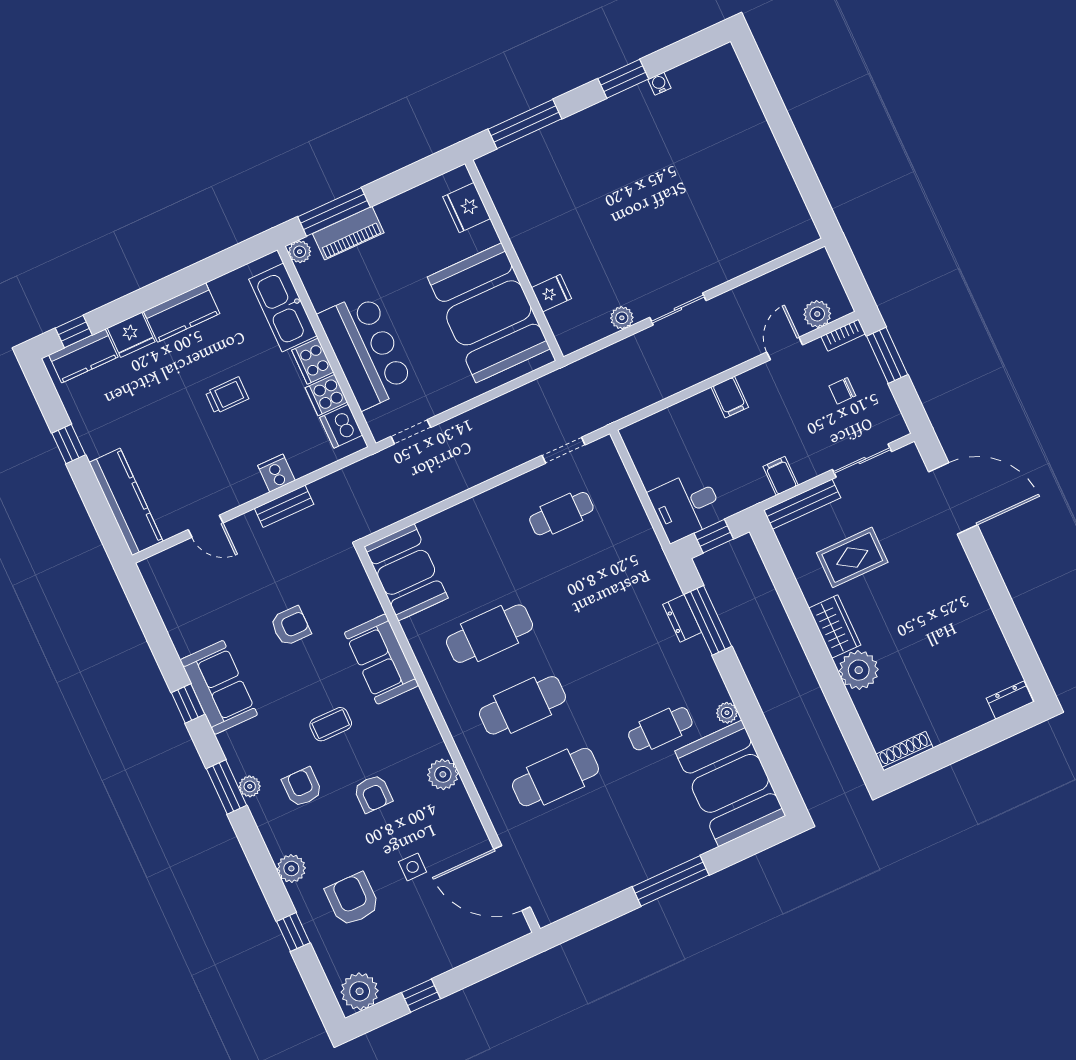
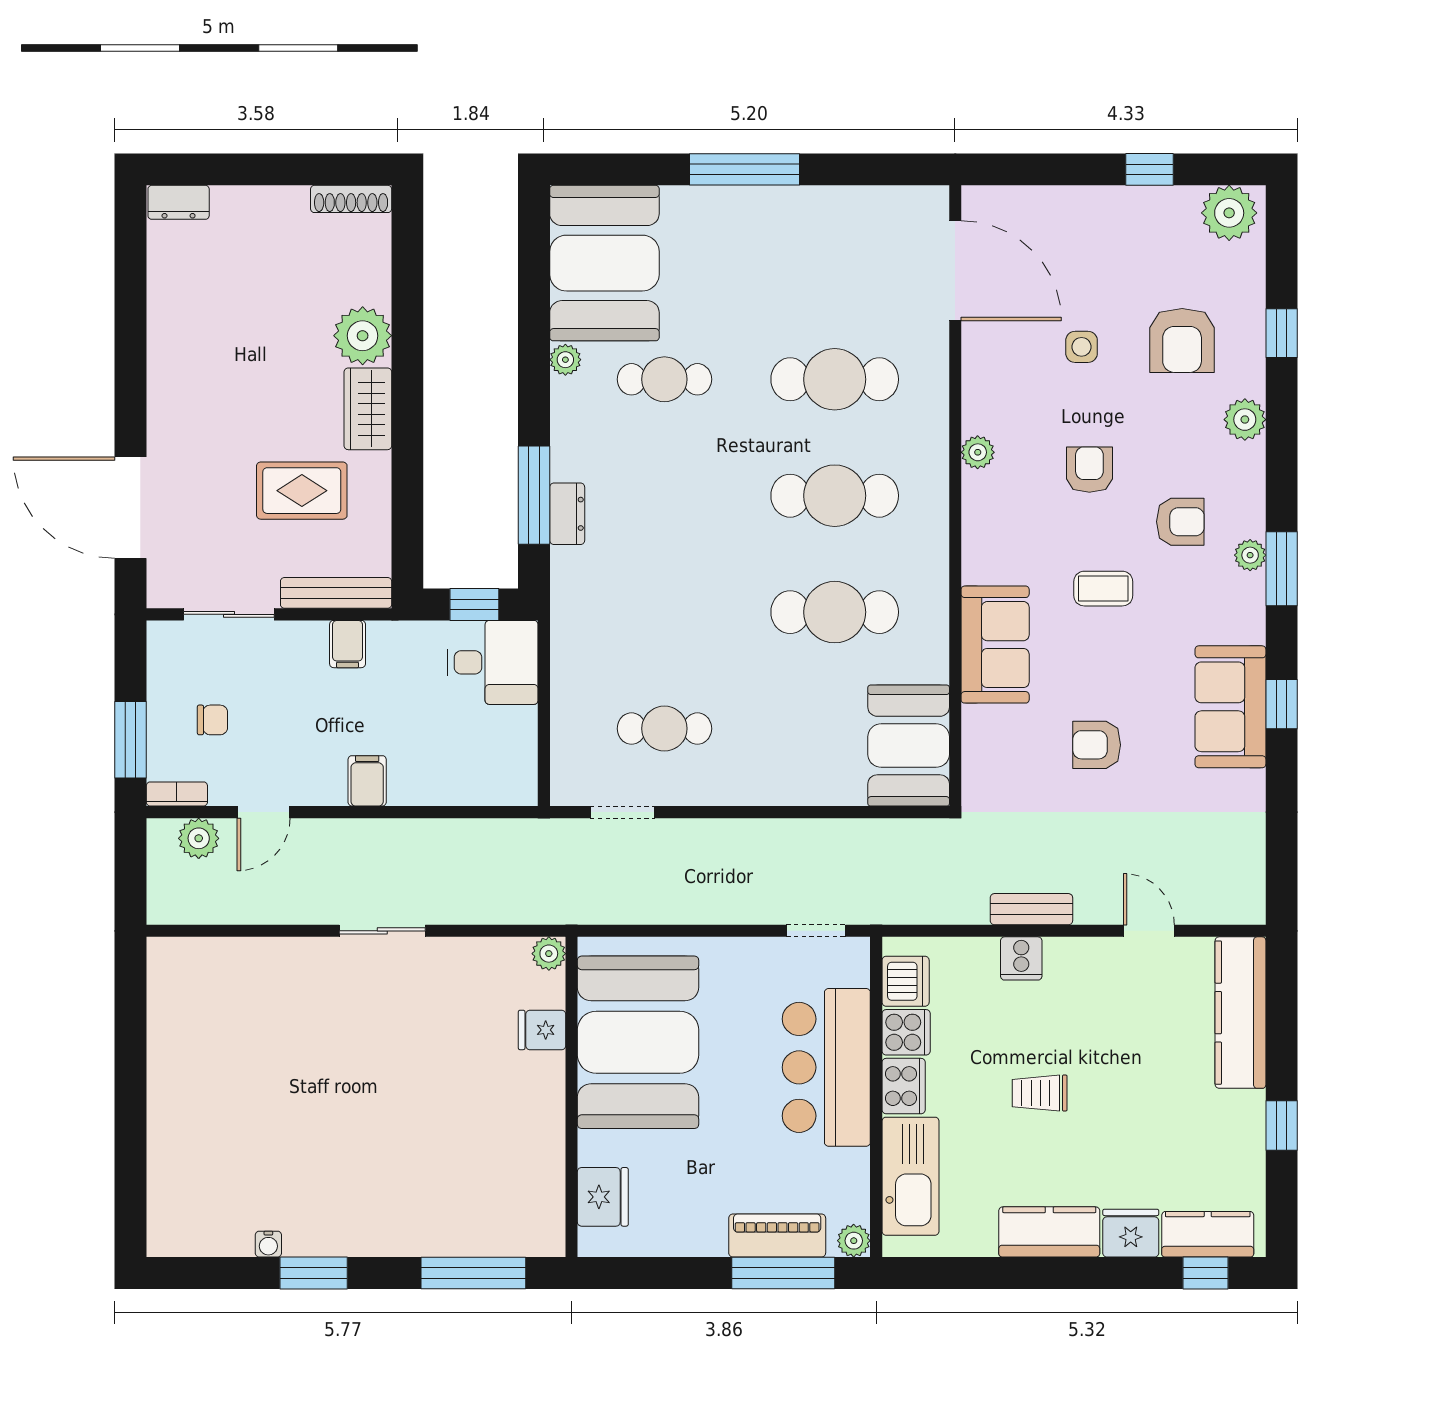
plant: (622, 318) -> (549, 954), moved
plant: (443, 774) -> (978, 452), width x0.73, depth x0.73
armchair: (302, 787) -> (1180, 522), turned -90

